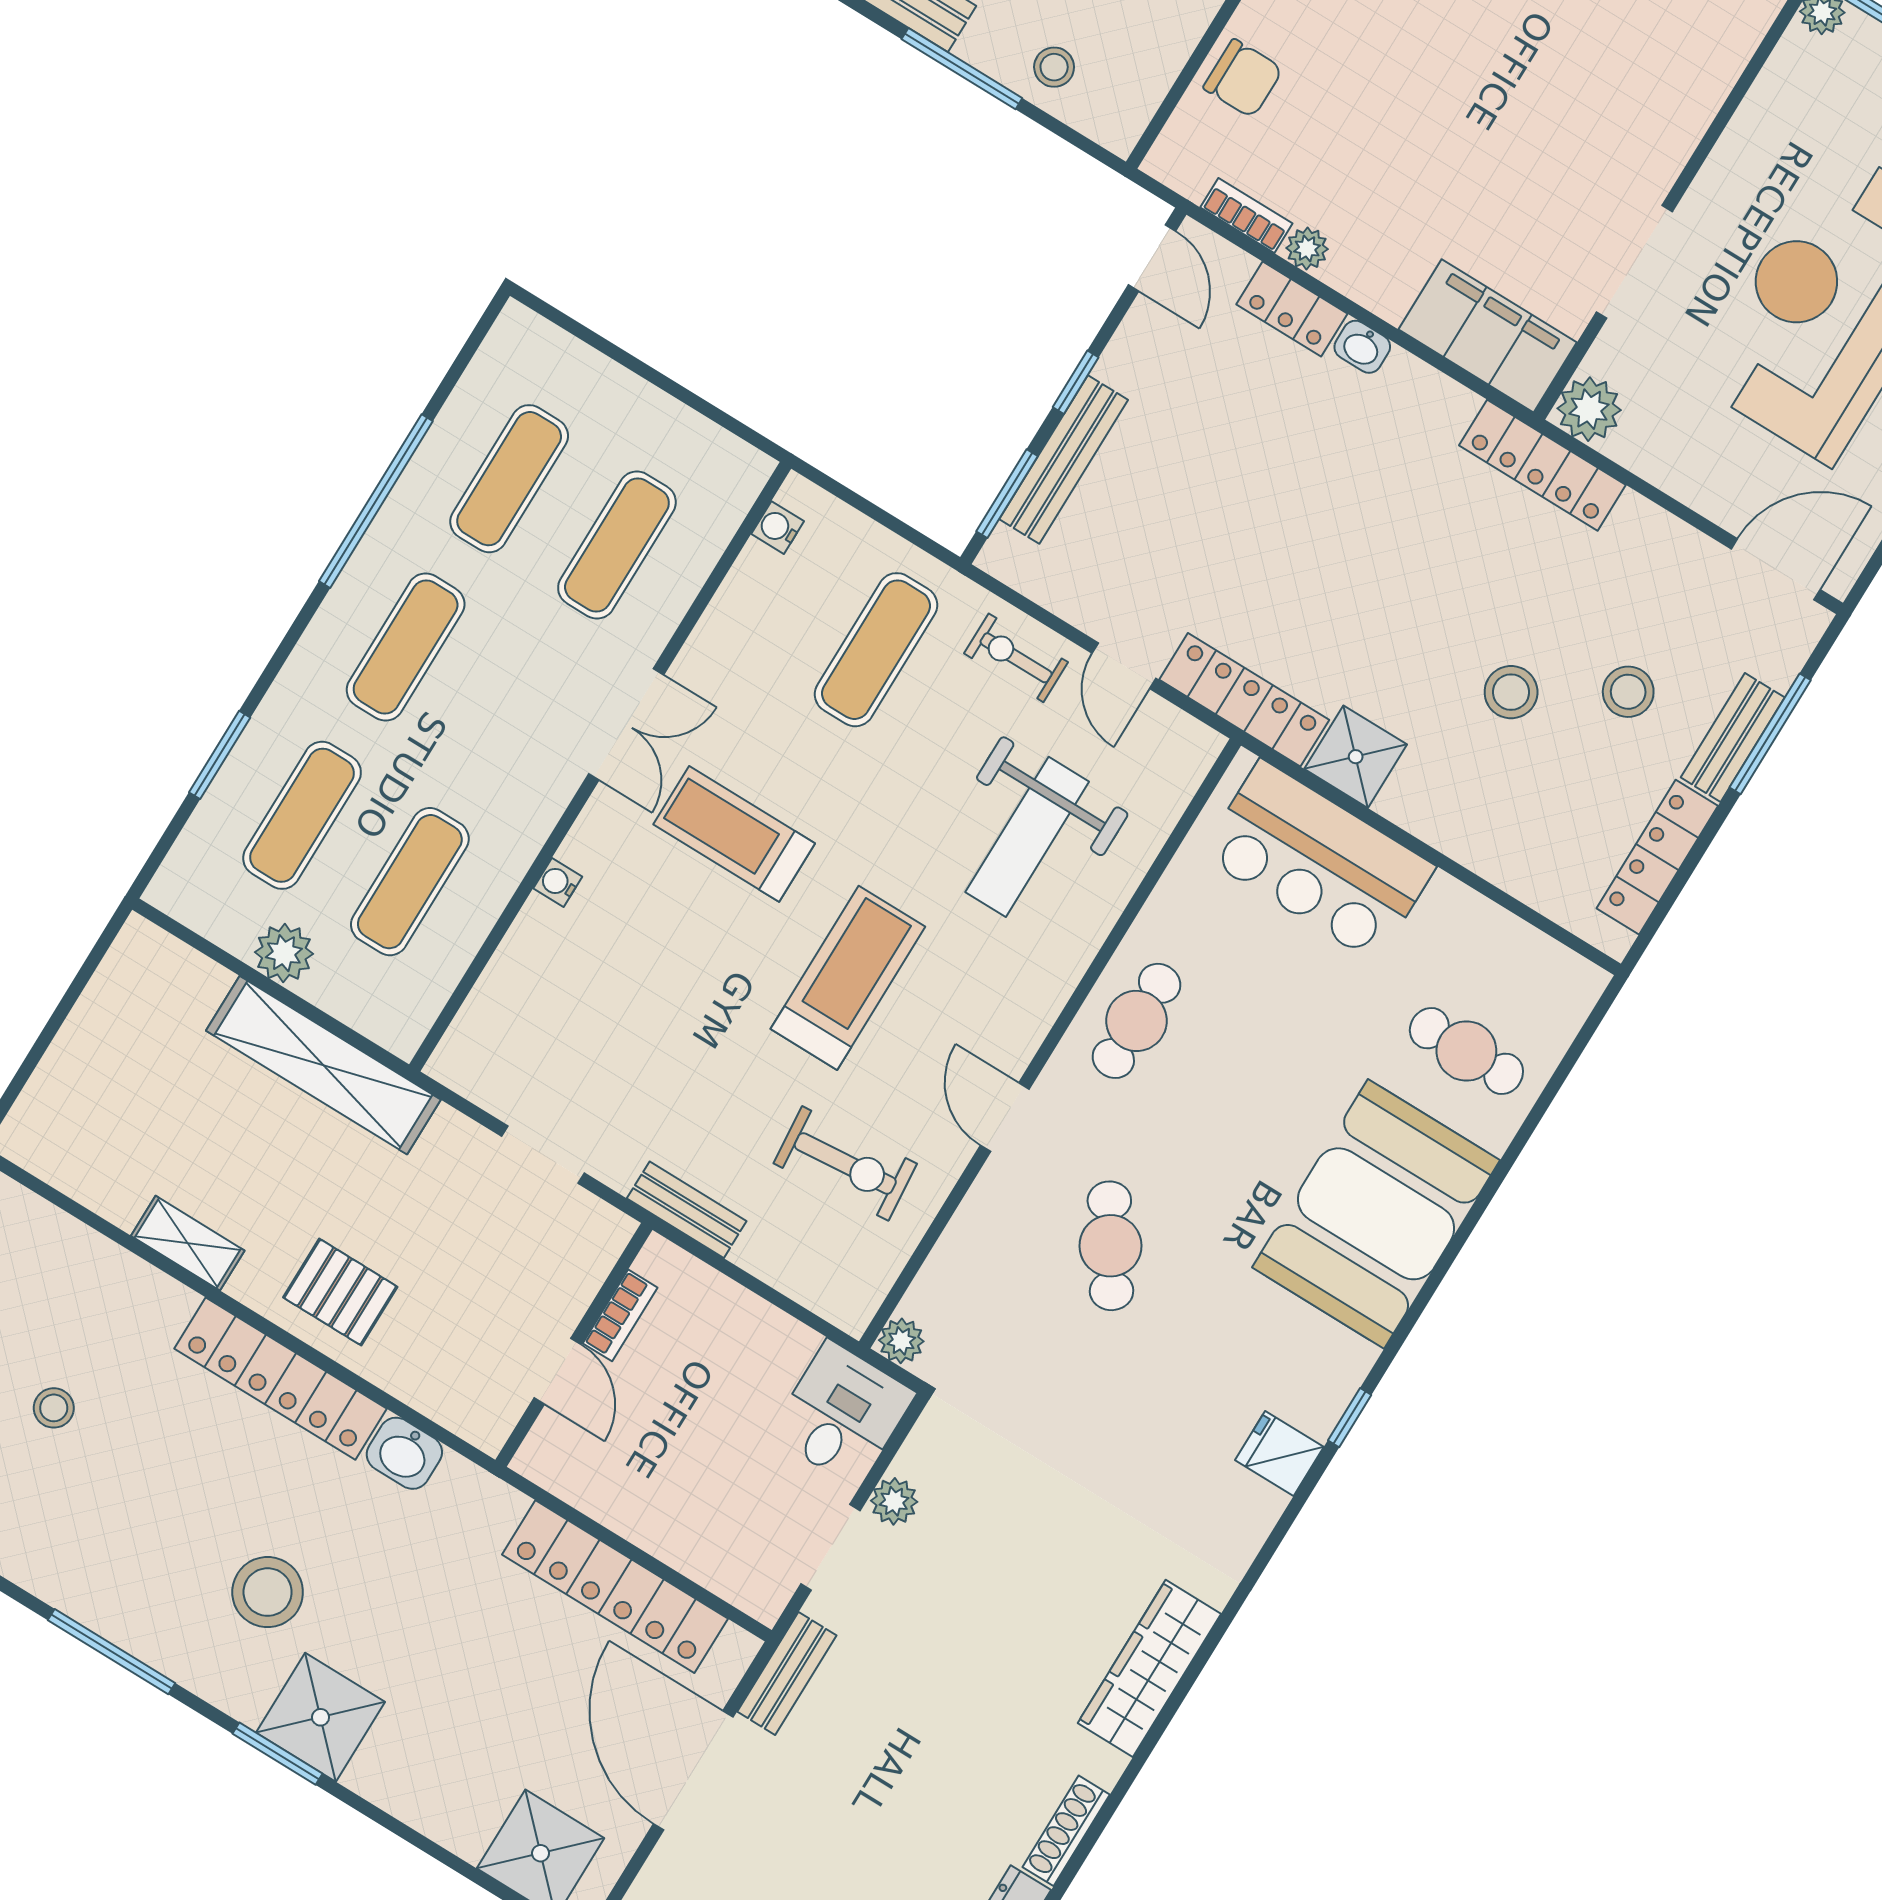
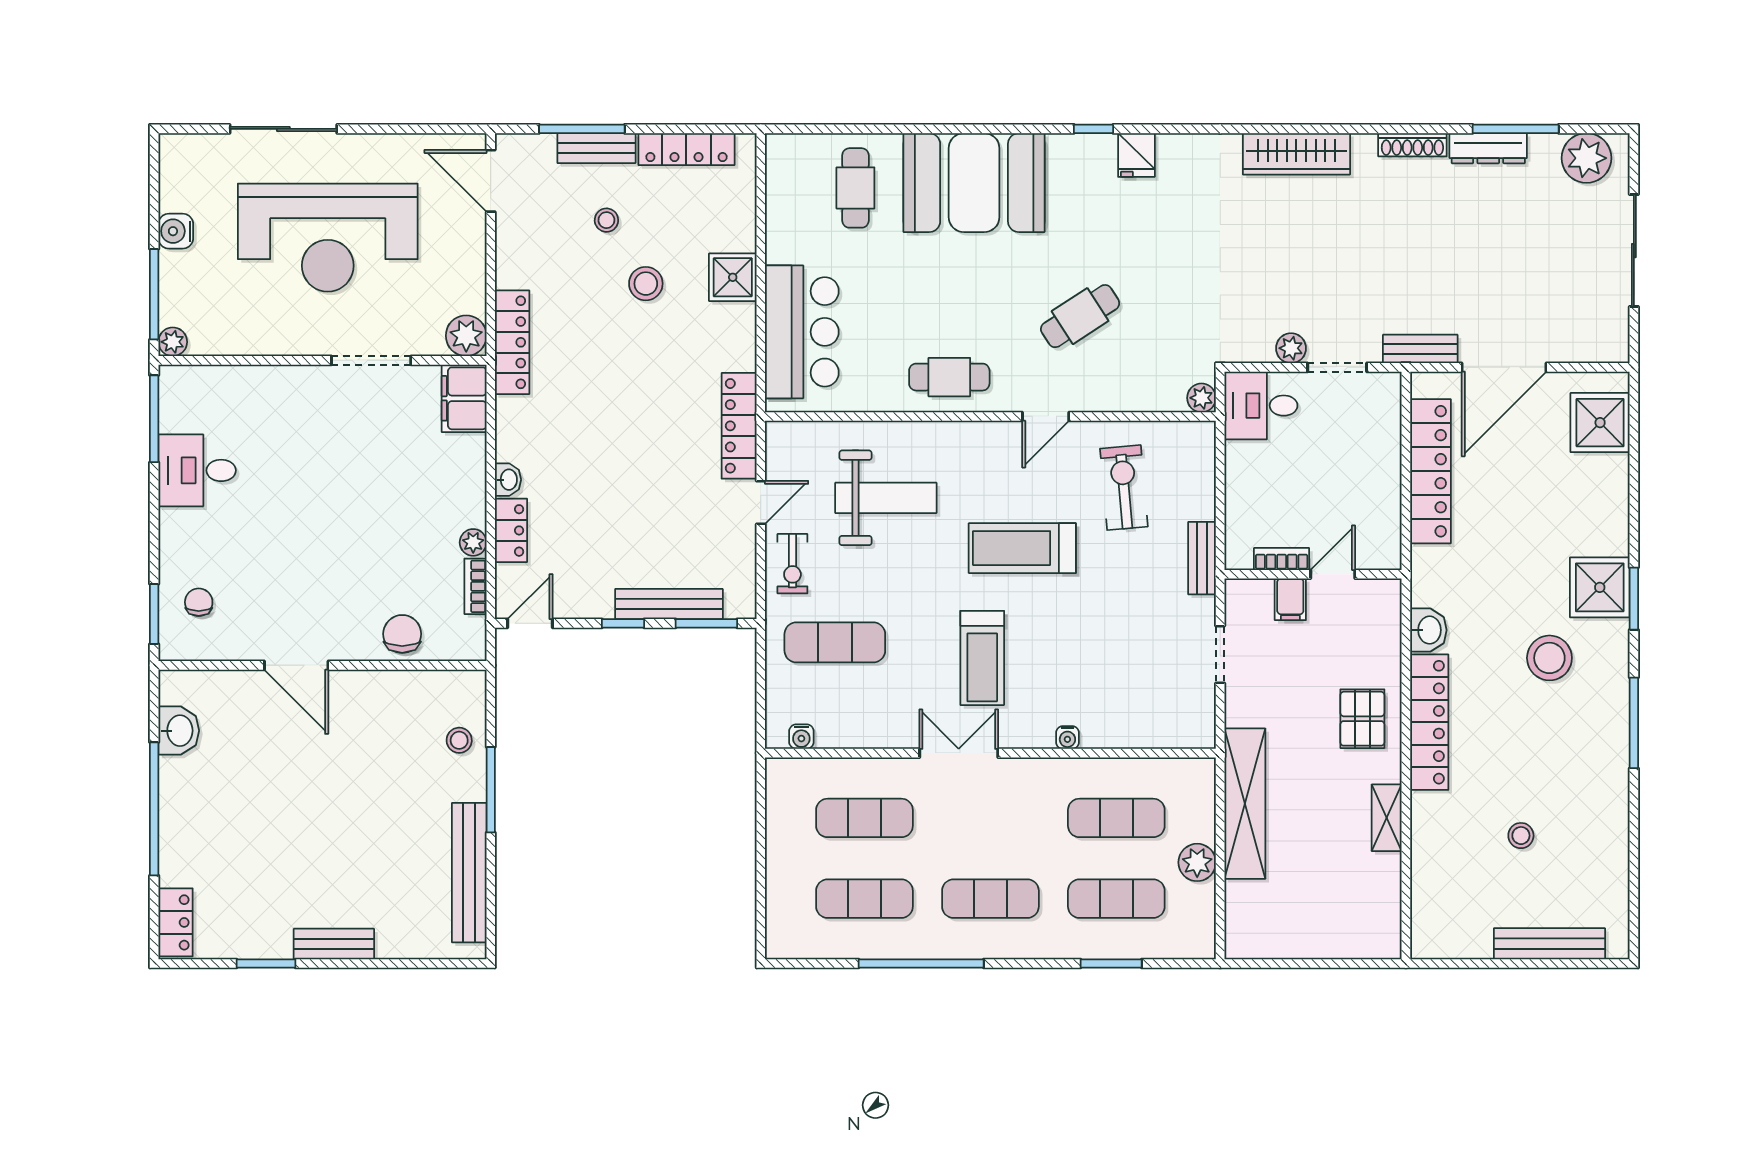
filing cabinet: (1488, 336) -> (464, 398), width x0.67, depth x0.86
stool: (1628, 692) -> (606, 220), width x0.73, depth x0.73
shower: (1356, 757) -> (733, 277), moved
filing cabinet: (559, 1294) -> (1290, 599), added

